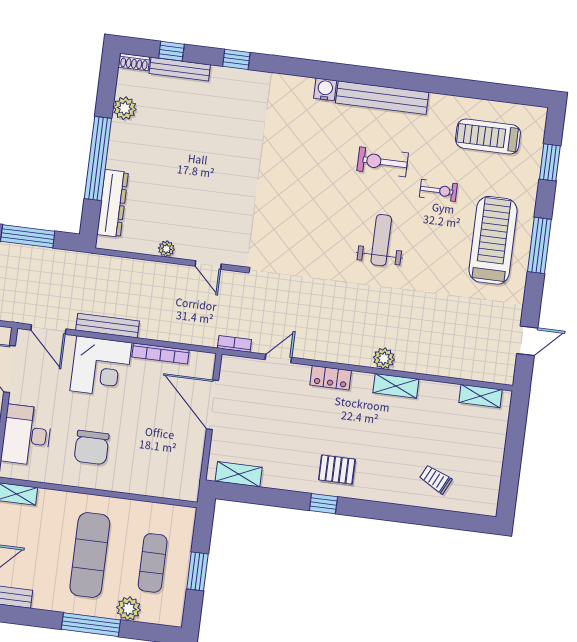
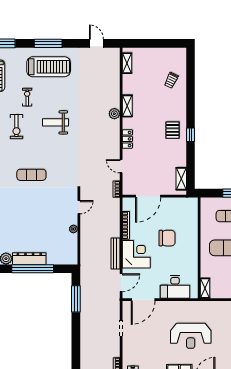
exercise mat: (284, 179) -> (31, 175), added
dresser: (113, 203) -> (29, 259), moved
treadmill: (493, 240) -> (49, 67), turned 180
chair: (92, 447) -> (167, 238), moved

